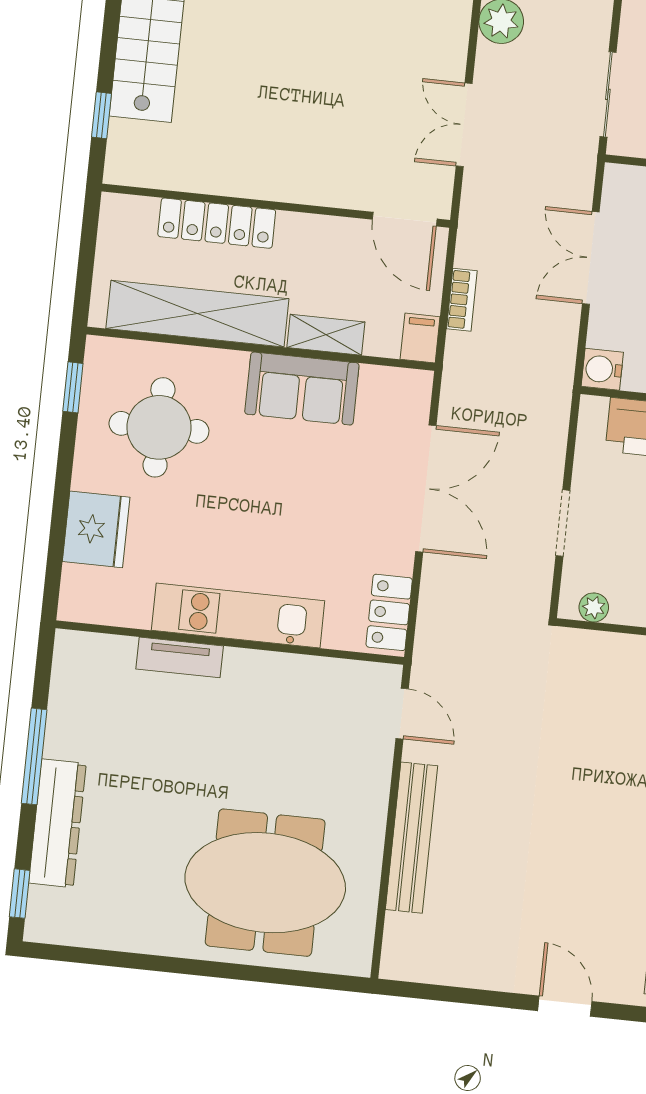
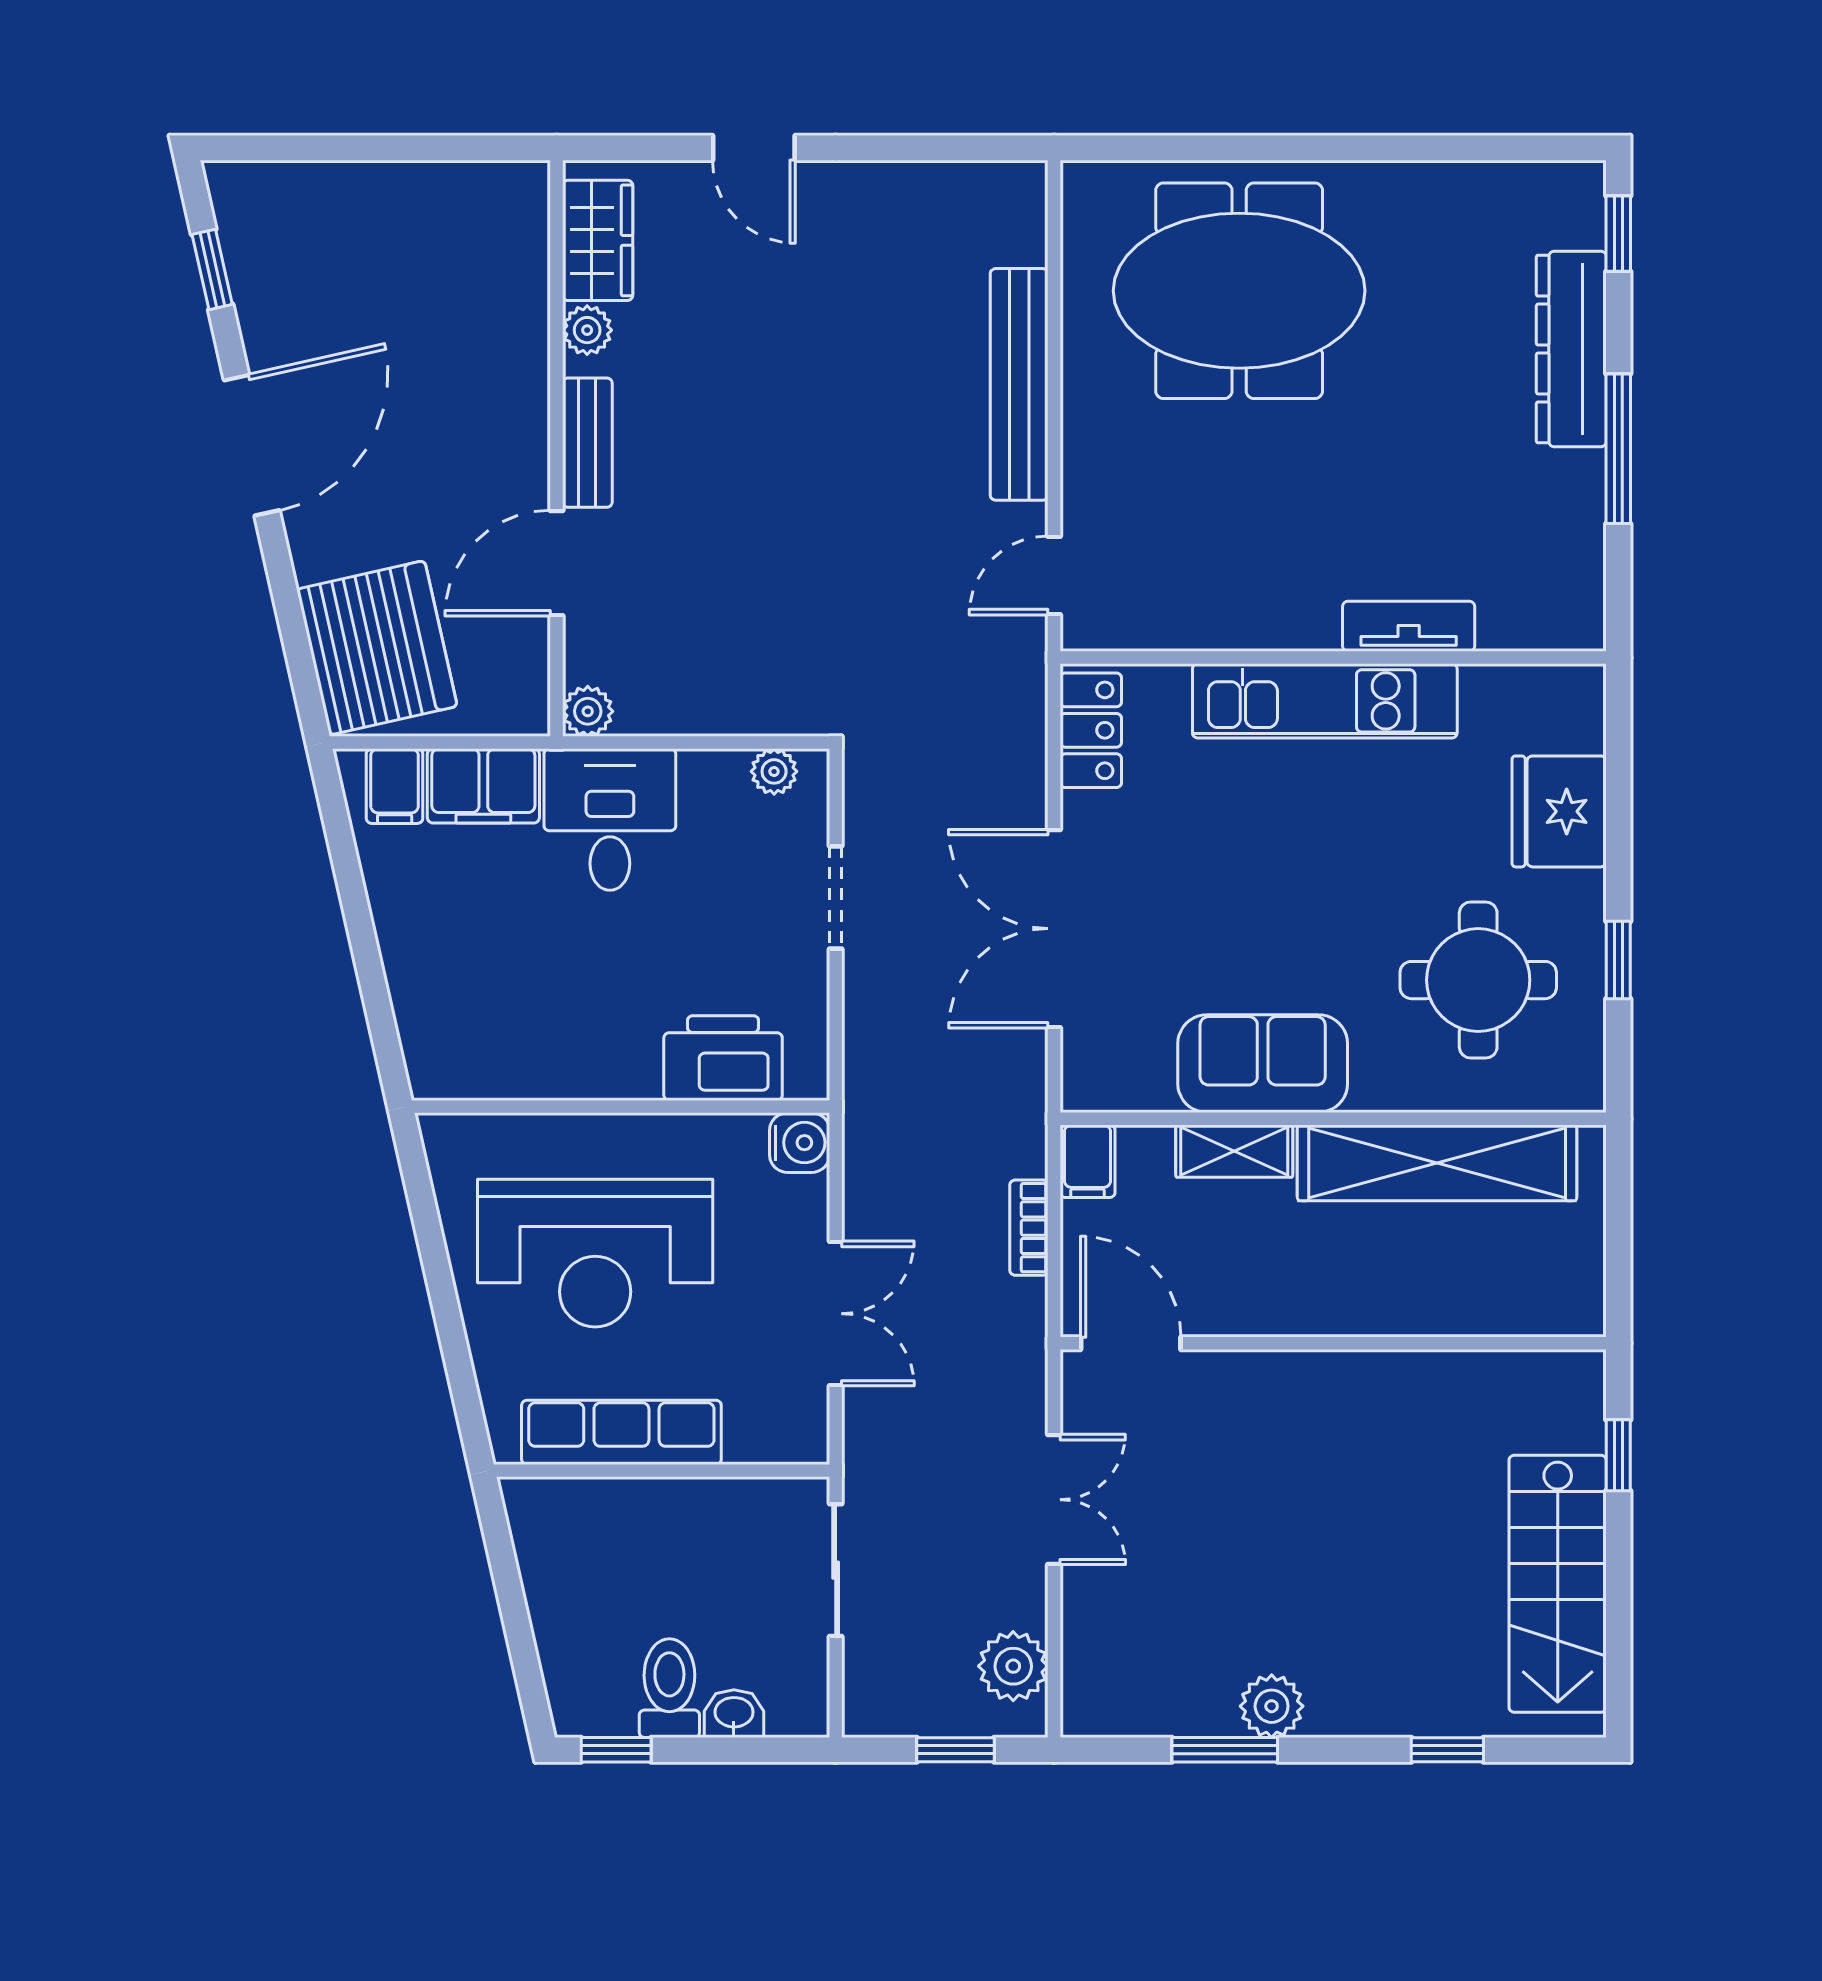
locker: (217, 223) -> (1422, 1307), removed
window: (73, 387) -> (1618, 960), moved
door: (402, 714) -> (1054, 575), hinge flipped

